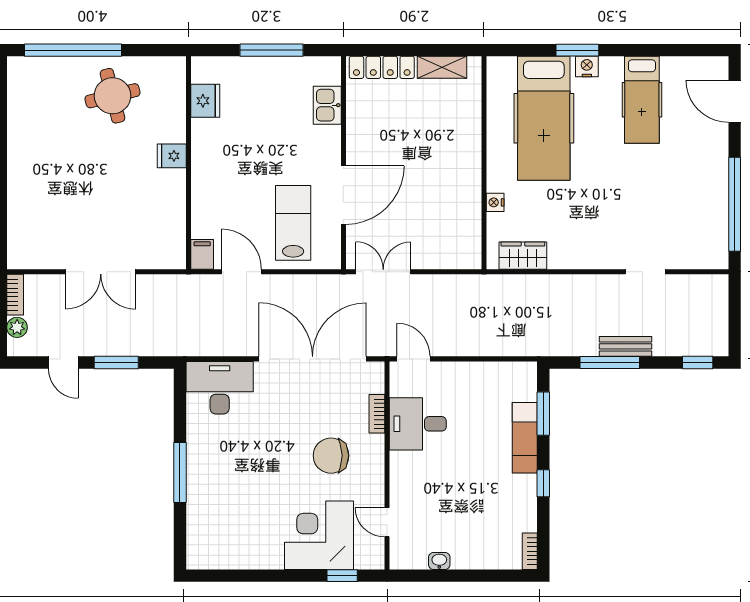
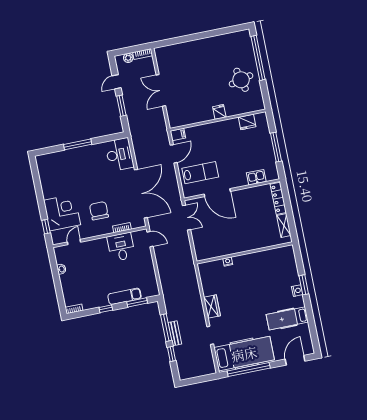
hospital bed: (544, 118) -> (244, 354), moved, turned 180
wardrobe: (523, 256) -> (212, 307), moved
door: (414, 359) -> (150, 239), hinge flipped
window: (698, 362) -> (171, 354), moved

